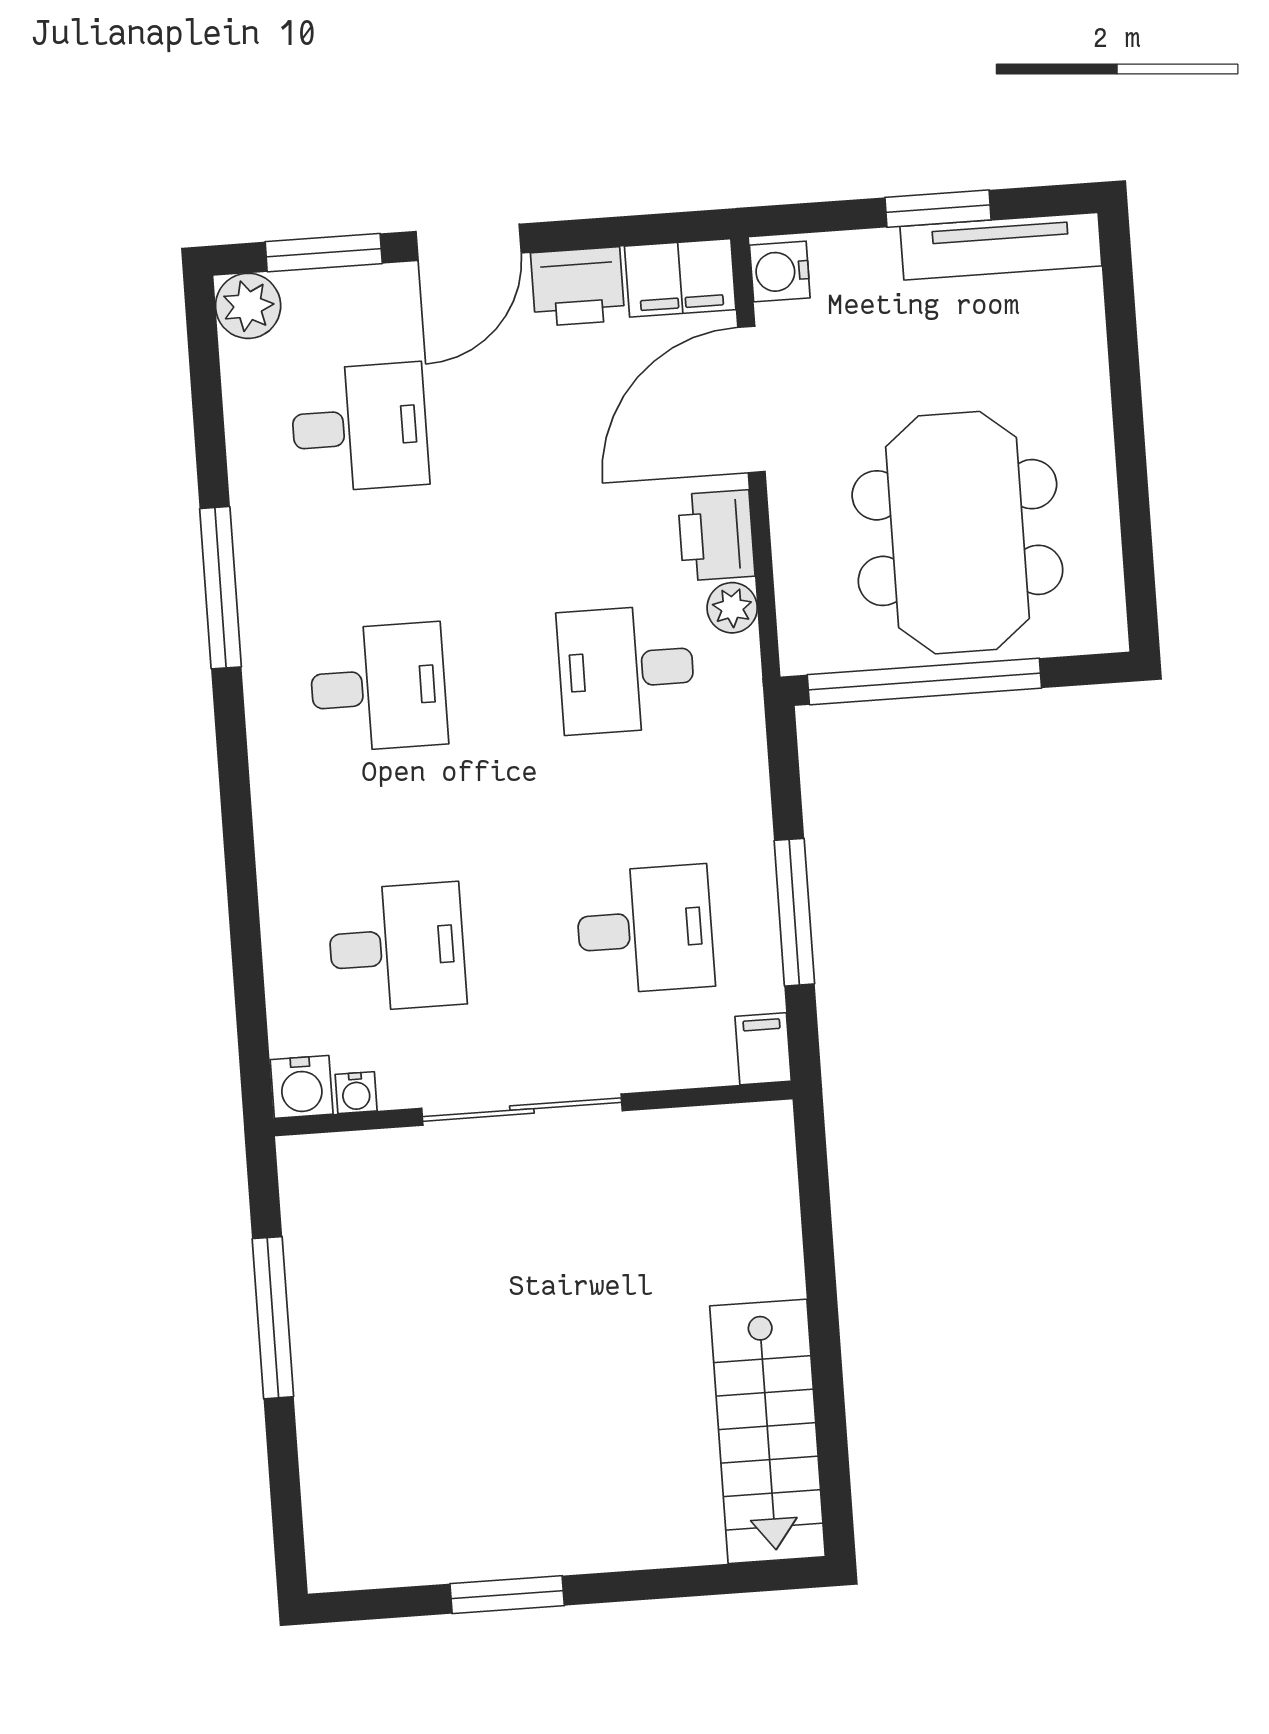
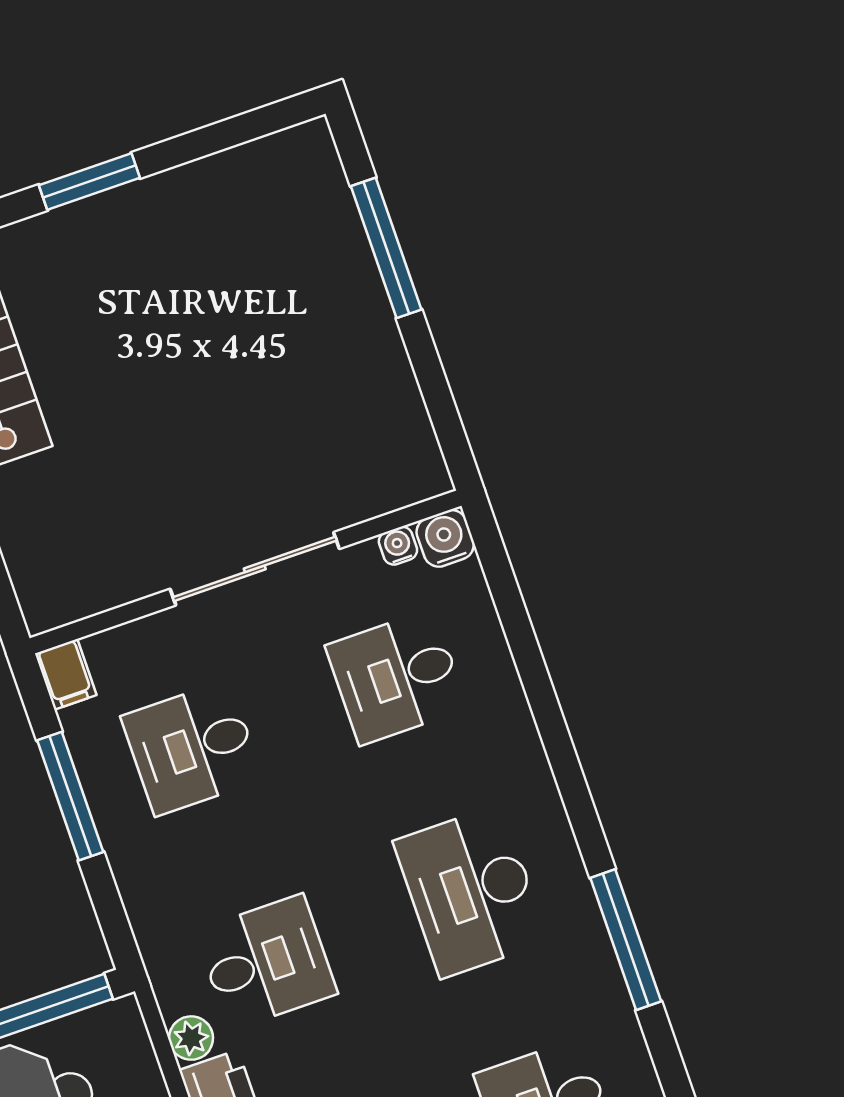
desk: (378, 687) -> (471, 891), width x1.37
window: (273, 1318) -> (386, 248), moved
window: (507, 1595) -> (89, 181), moved

